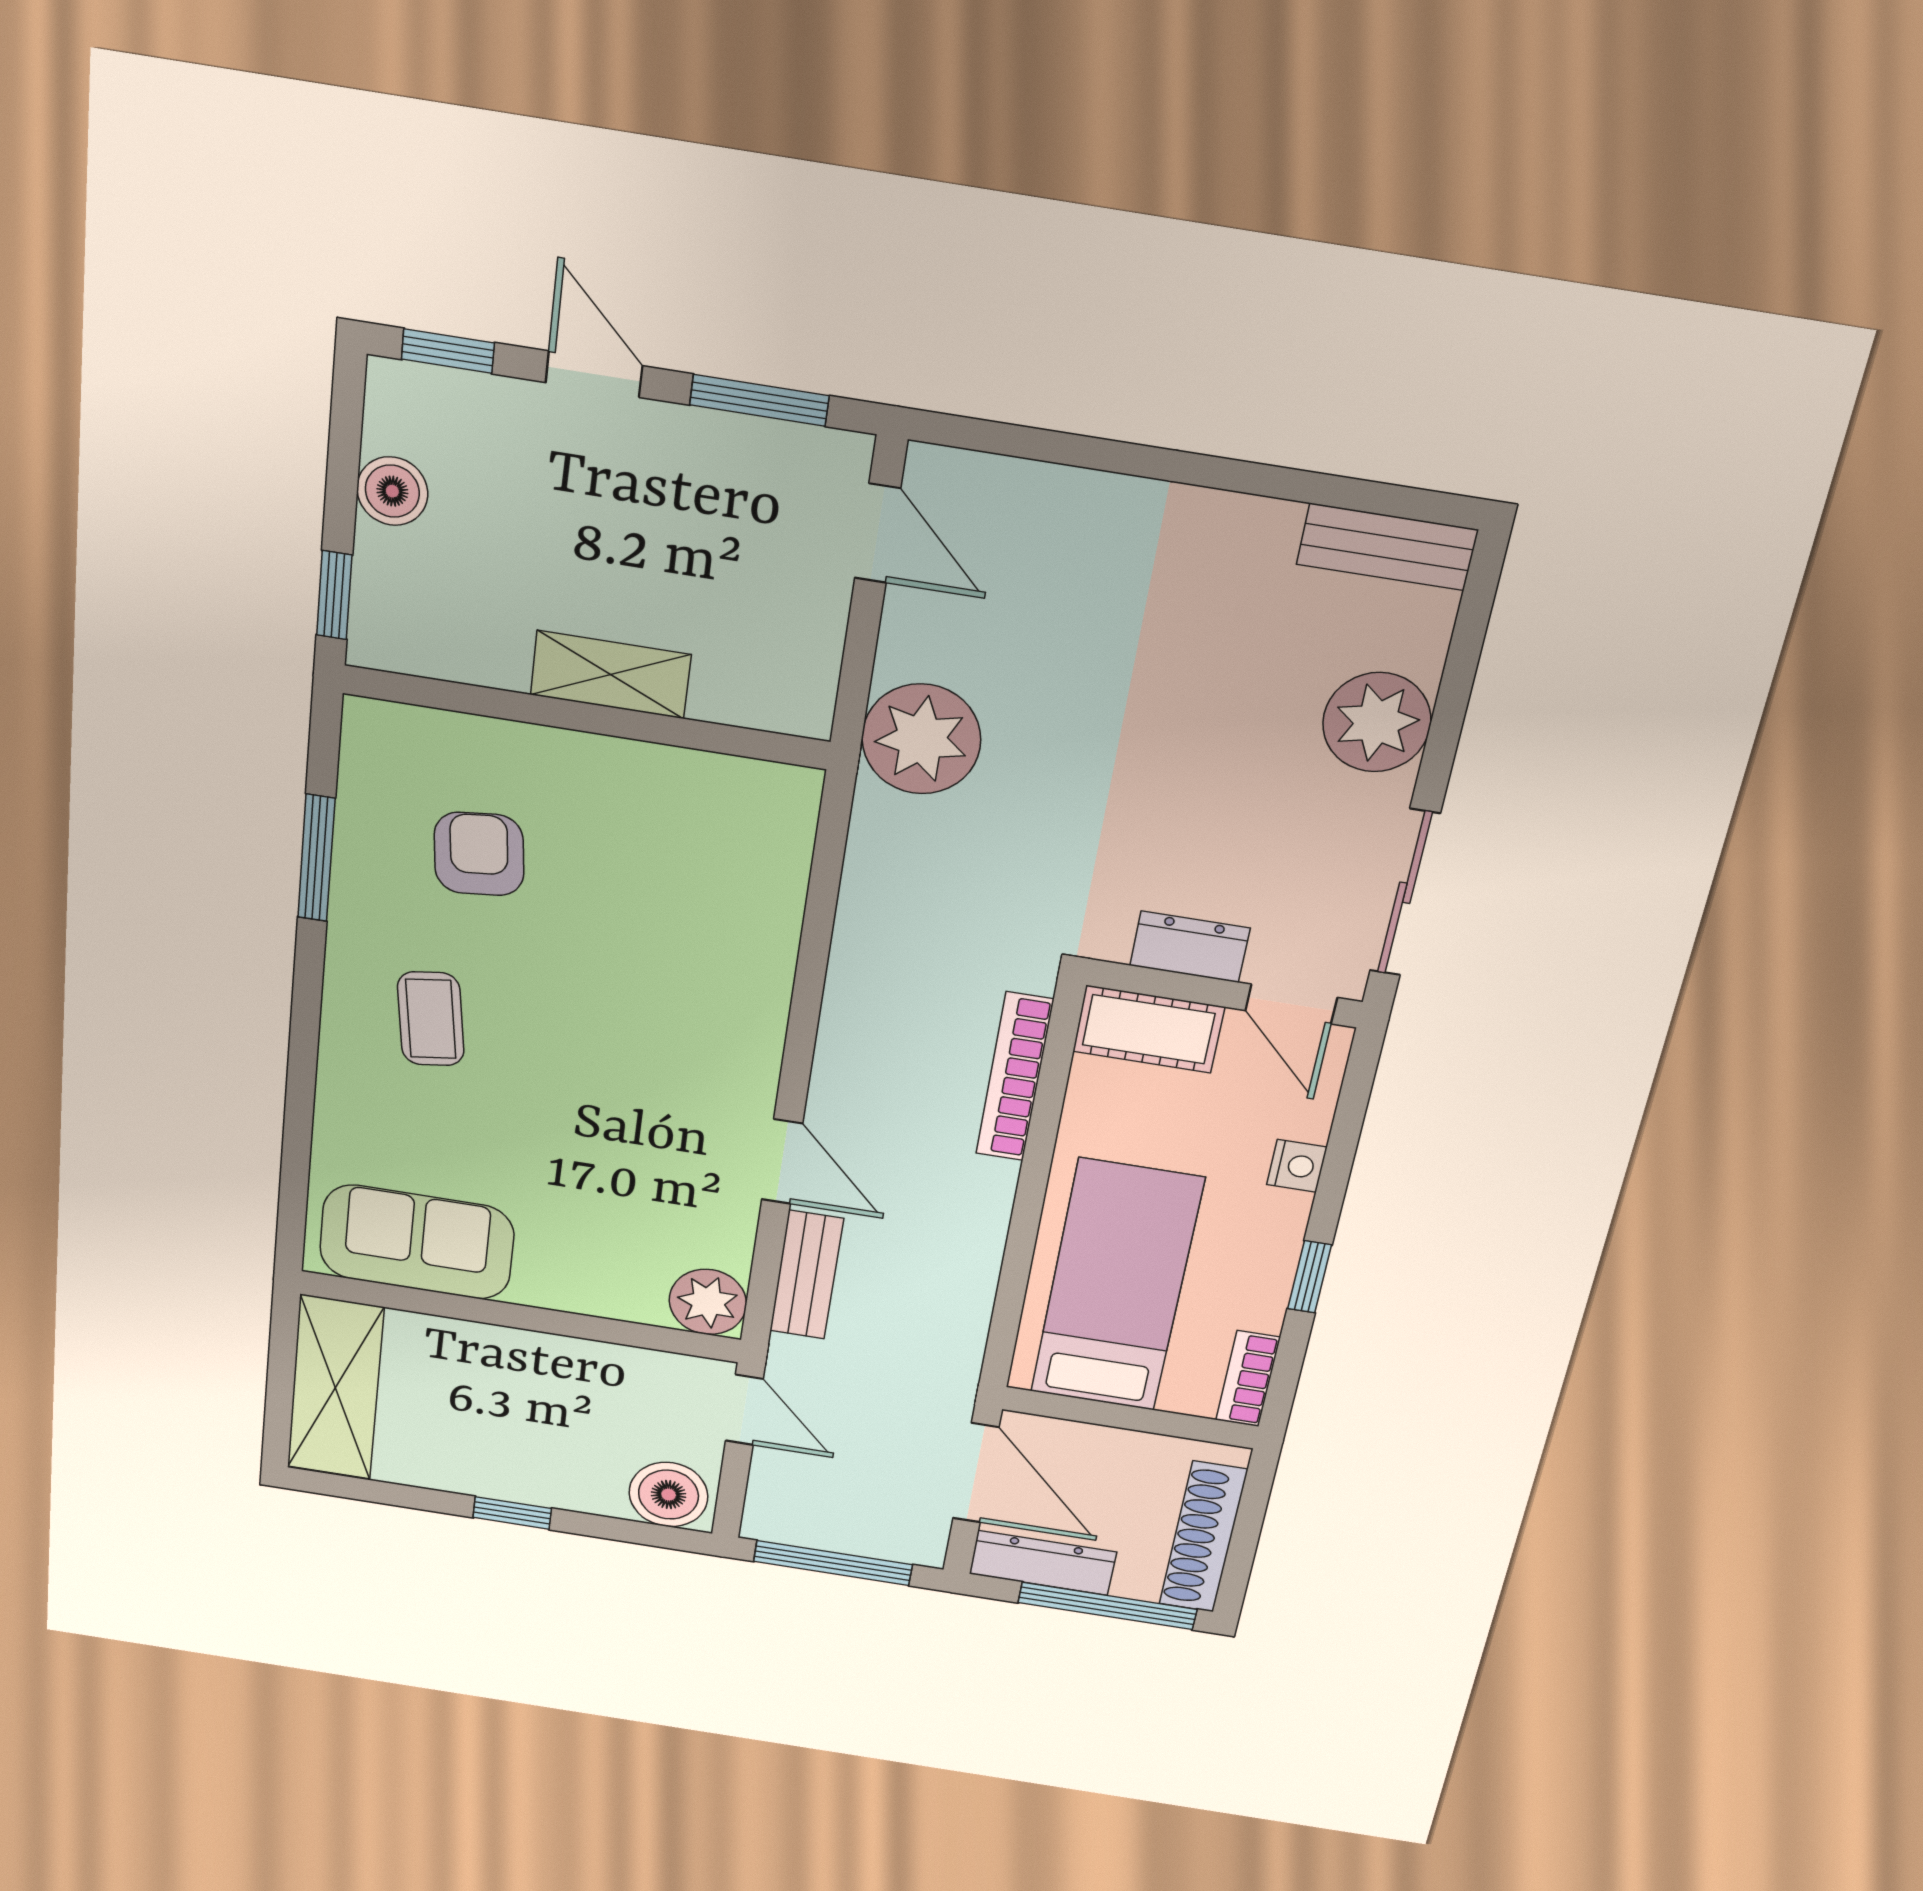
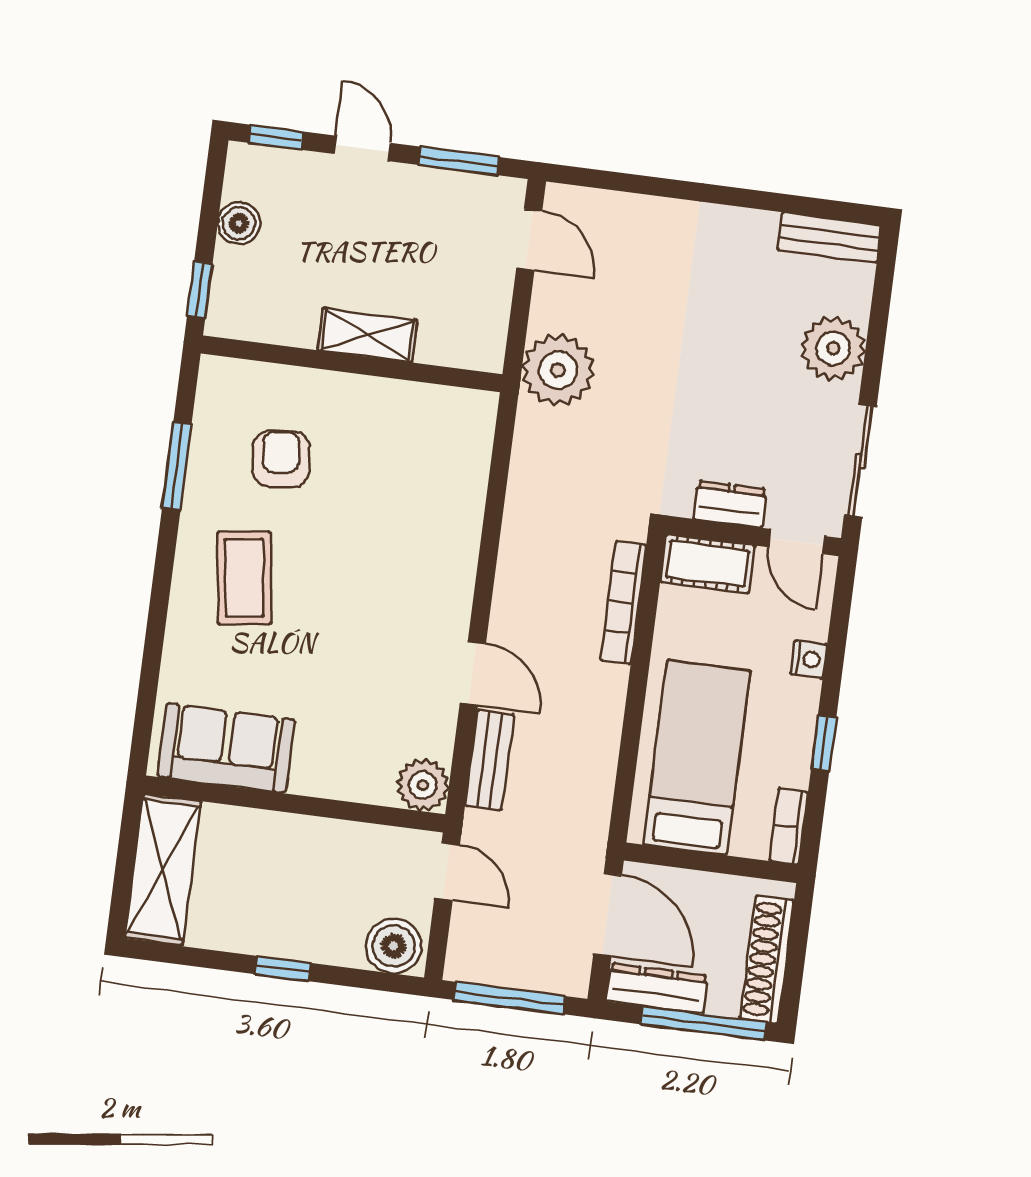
coffee table: (431, 1019) -> (244, 578), width x1.36, depth x1.30

